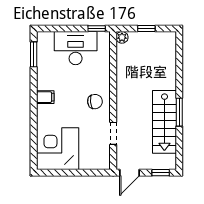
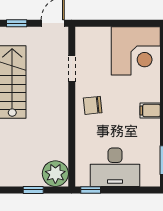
plant: (122, 37) -> (55, 174), width x1.87, depth x1.87

